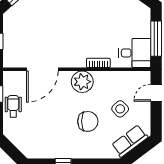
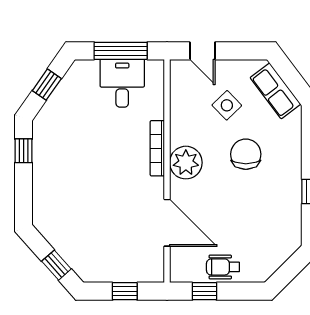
desk: (135, 53) -> (122, 83), moved
bookcase: (98, 63) -> (157, 148), width x1.56

